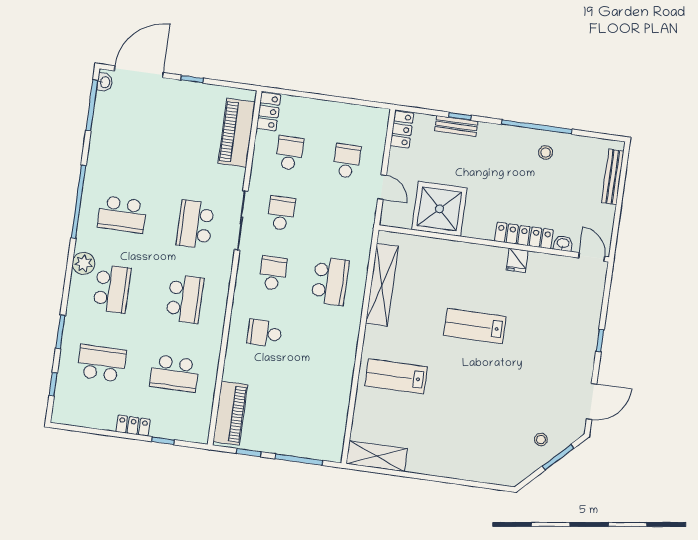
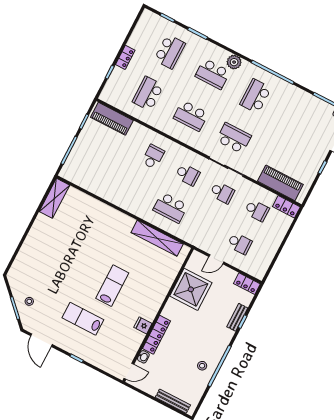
lab bench: (396, 376) -> (83, 319), moved, turned -90

